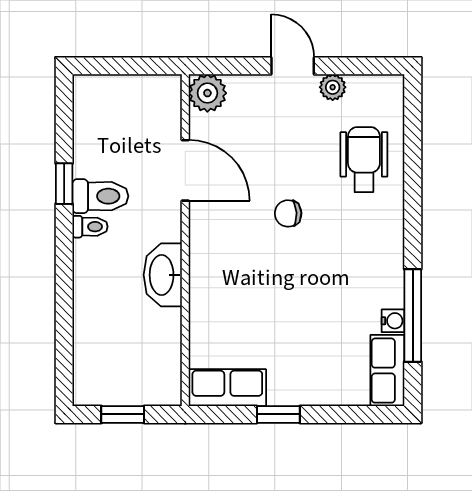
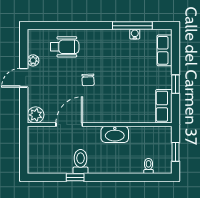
wheelchair: (364, 160) -> (65, 47), turned 180
toilet: (90, 227) -> (149, 166), moved
row of seats: (387, 371) -> (165, 50), moved, turned 90

